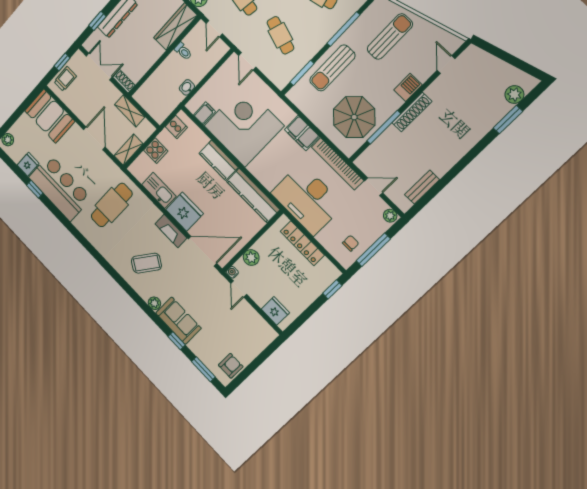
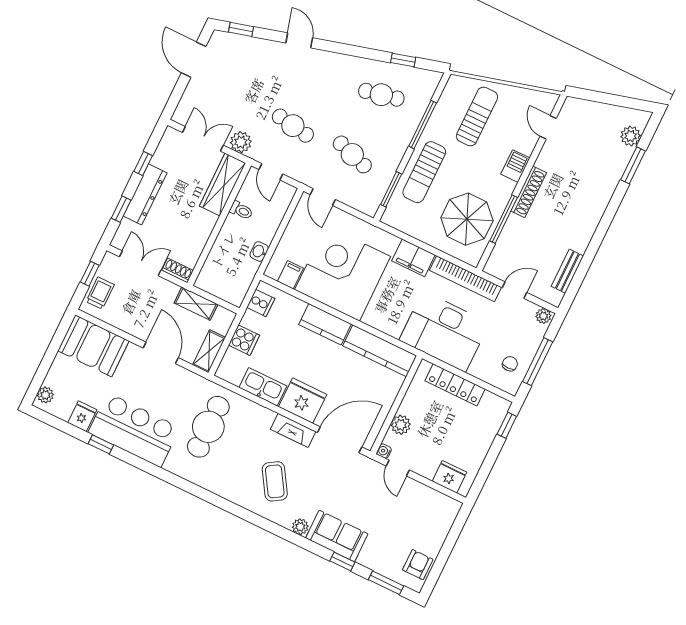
coffee table: (146, 263) -> (275, 481), turned -66

